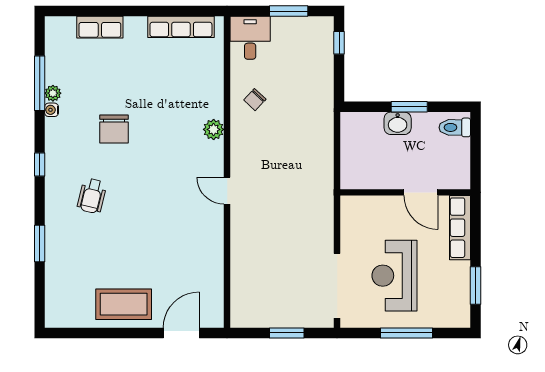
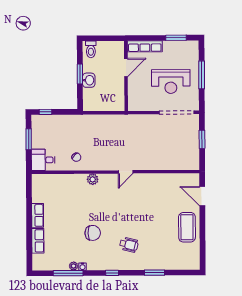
row of seats: (181, 27) -> (38, 215), moved, width x0.68

